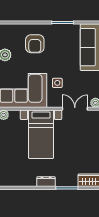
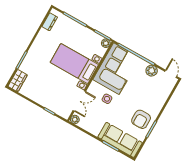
armchair: (35, 44) -> (141, 119), moved, turned -90
dresser: (46, 182) -> (50, 22), moved

